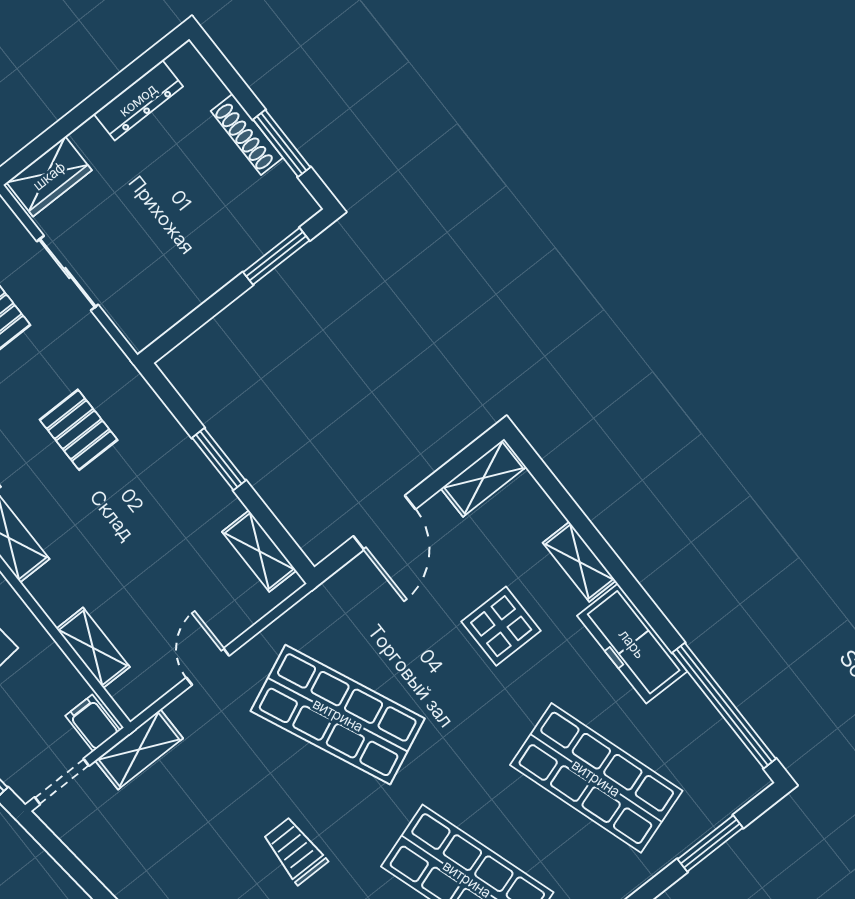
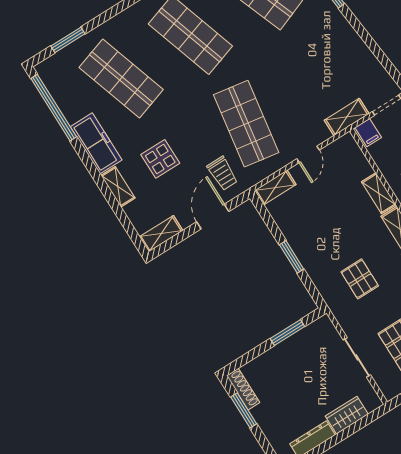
shoe rack: (247, 134) -> (243, 389), moved
wardrobe: (49, 176) -> (347, 415), moved
window: (276, 256) -> (287, 333), moved
shelving: (259, 551) -> (275, 187), moved, turned 90
shelving: (93, 648) -> (379, 193), moved
shop shelf: (338, 715) -> (246, 124), turned 33
trolley: (295, 851) -> (222, 173), moved

